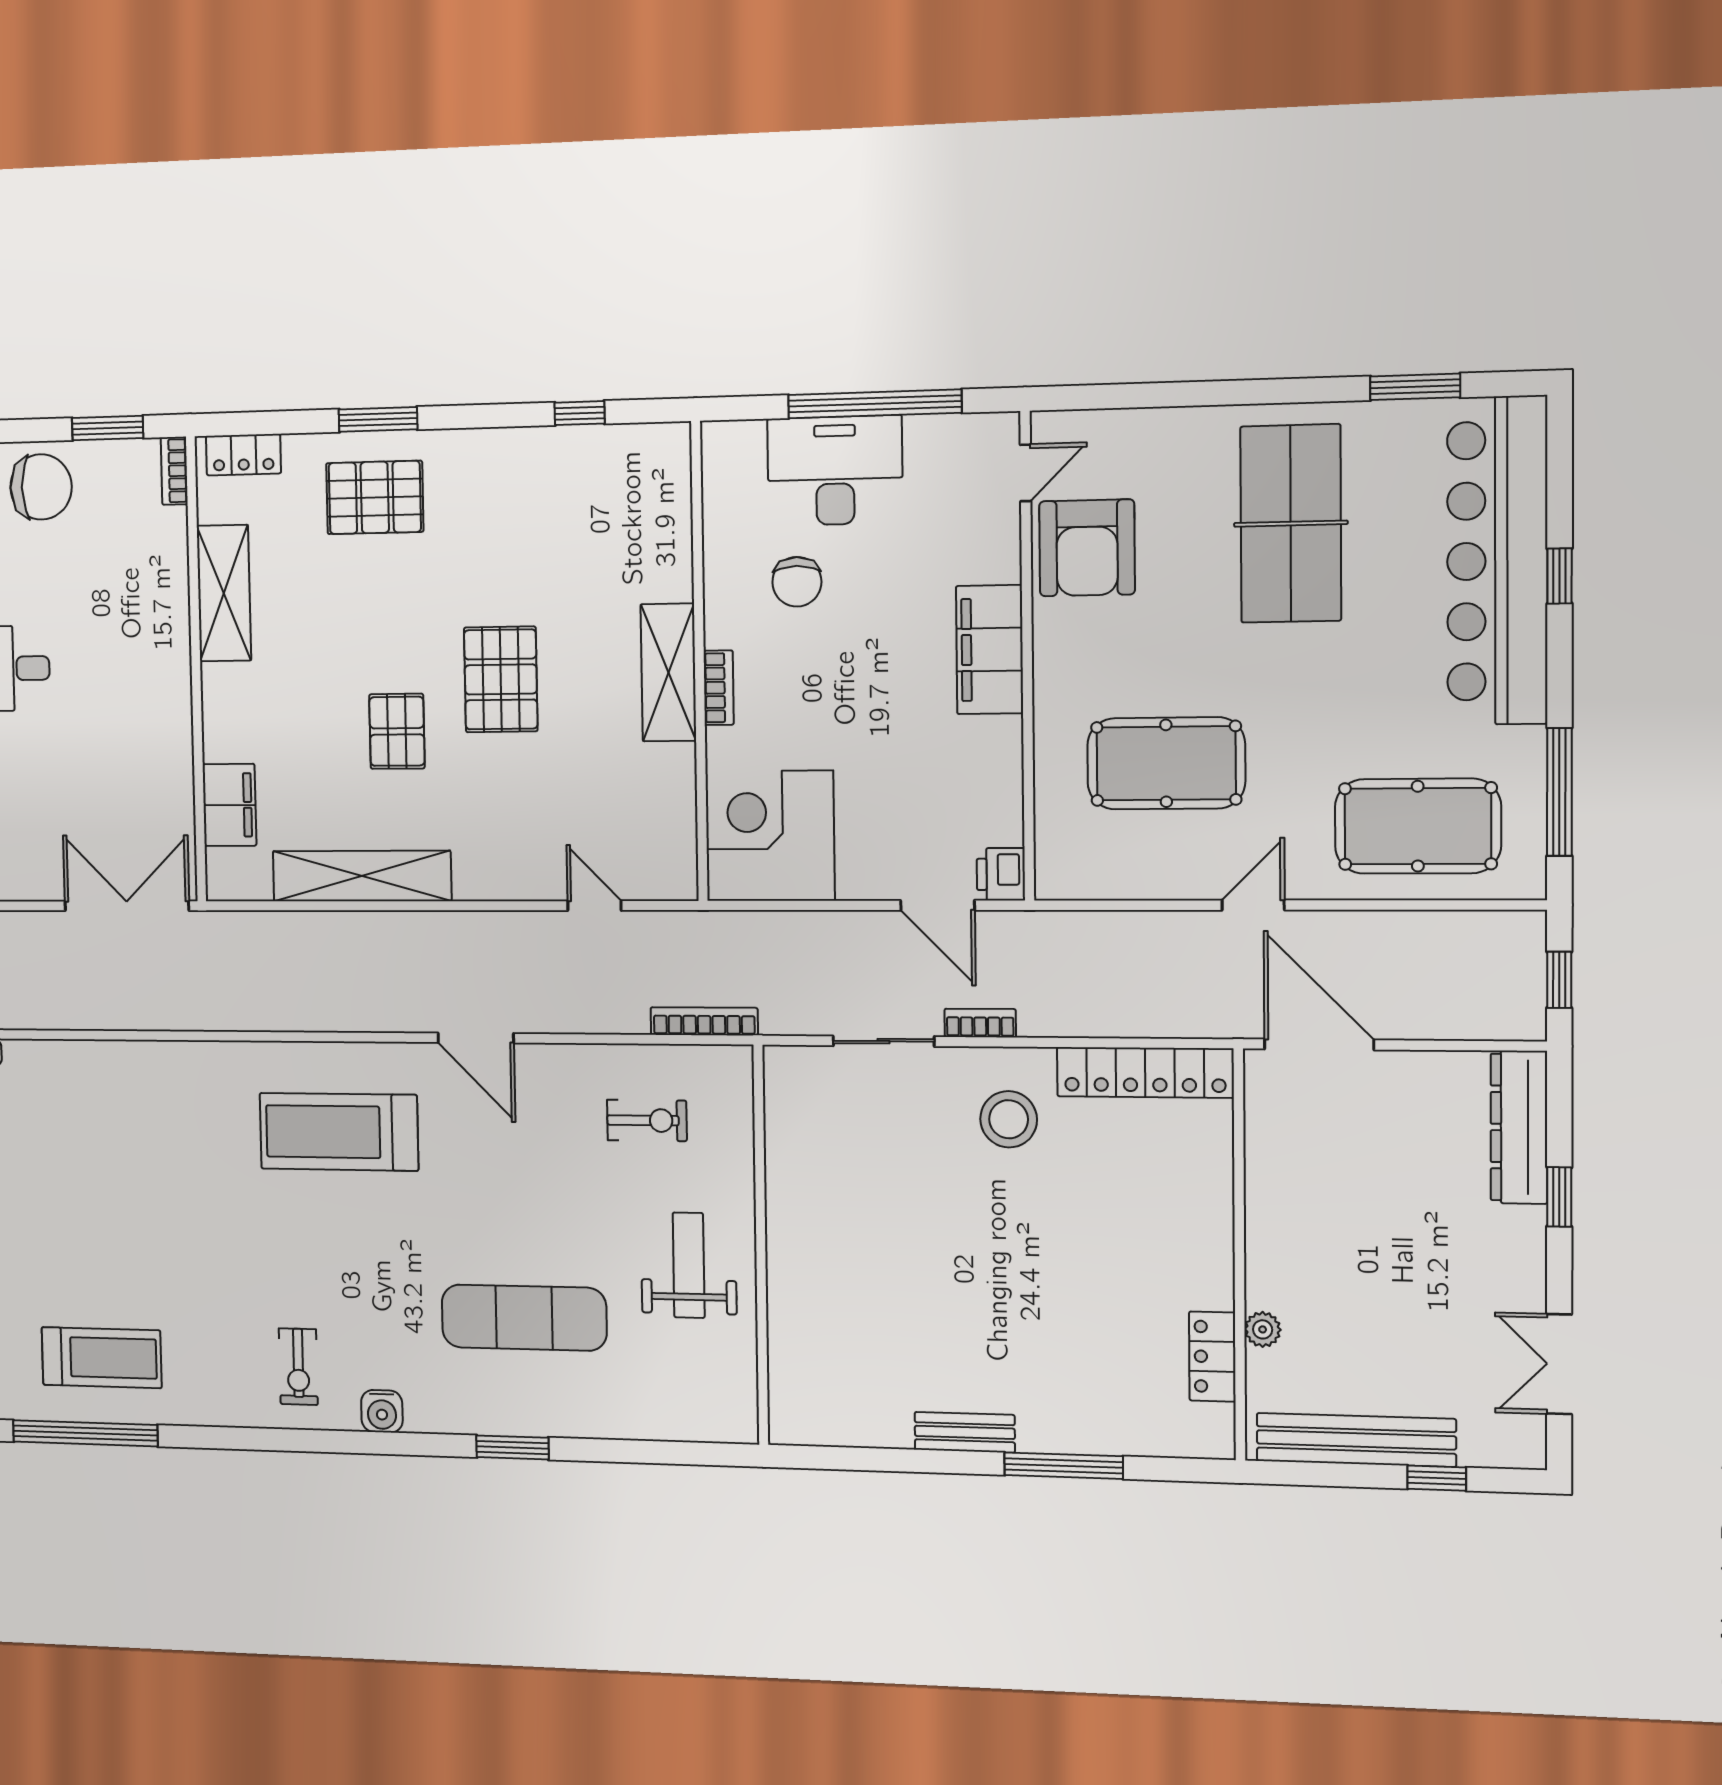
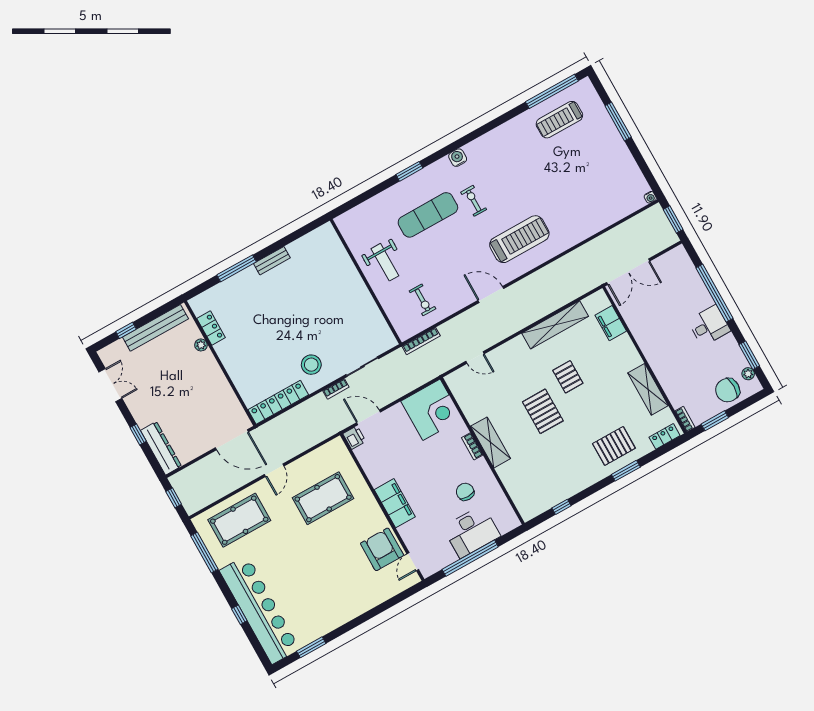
table tennis table: (1291, 524) -> (325, 589), removed
exercise bike: (647, 1120) -> (422, 300), turned -90
exercise bike: (298, 1367) -> (474, 201), moved

